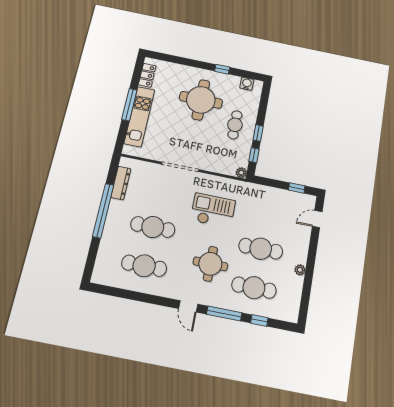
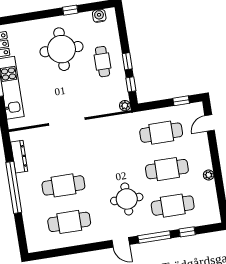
checkout: (213, 210) -> (112, 151), removed
cafe table: (267, 211) -> (161, 133), added

